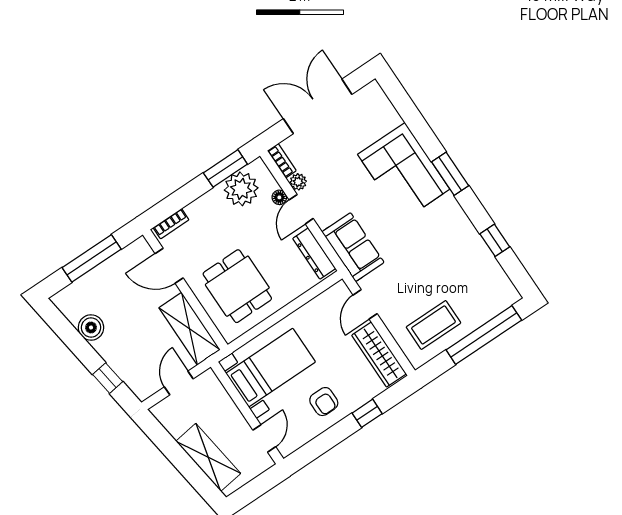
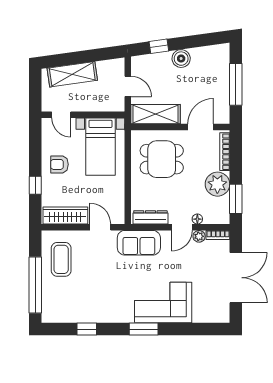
plant: (241, 189) -> (217, 184), moved
door: (301, 209) -> (182, 227), swing flipped
bookcase: (171, 224) -> (225, 152), width x1.56
boiler: (91, 327) -> (181, 59), moved

